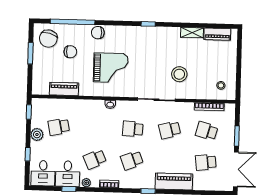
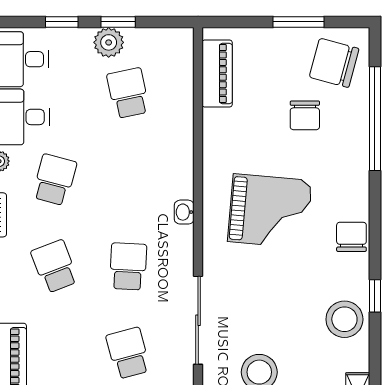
chair: (98, 33) -> (351, 237), moved
stool: (158, 37) -> (344, 319), added
grand piano: (111, 68) -> (270, 211), turned -85
piano: (64, 89) -> (217, 74), moved
window: (29, 112) -> (118, 22), moved
school desk: (95, 159) -> (55, 180), turned 39

